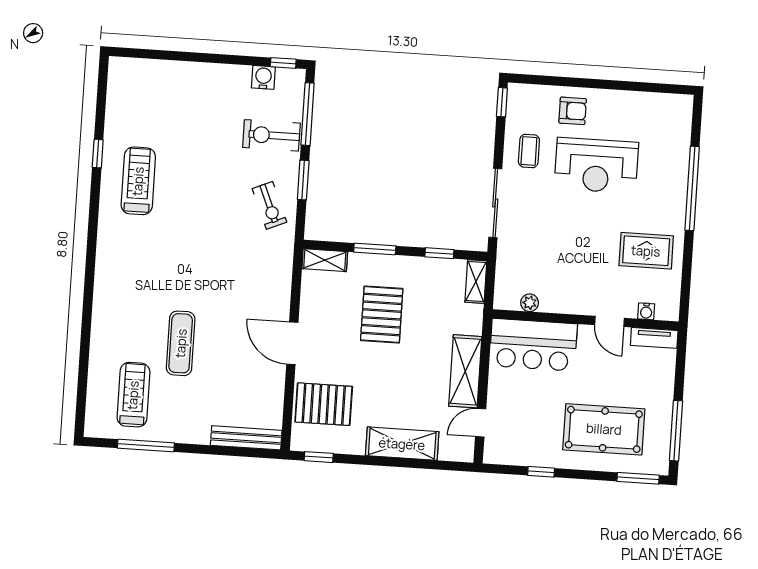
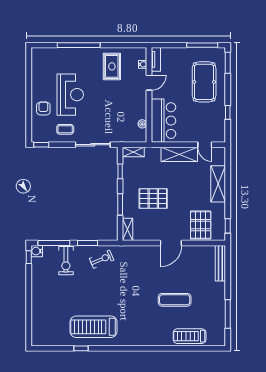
water cooler: (263, 77) -> (37, 251), moved
treadmill: (138, 181) -> (94, 327), width x1.37, depth x1.38
treadmill: (133, 395) -> (190, 336), moved

